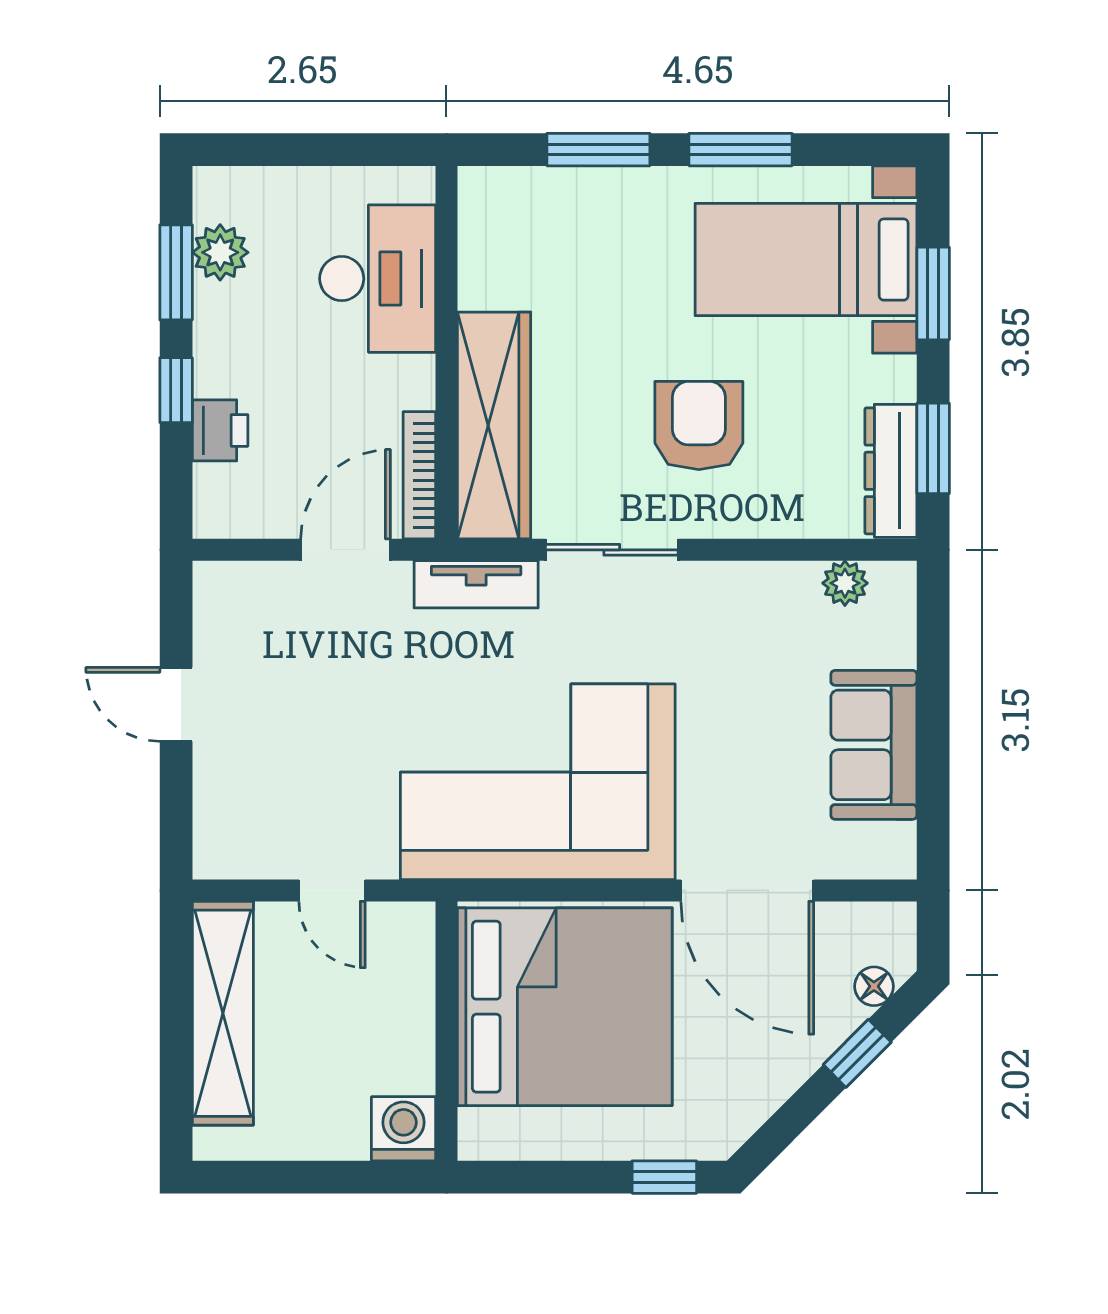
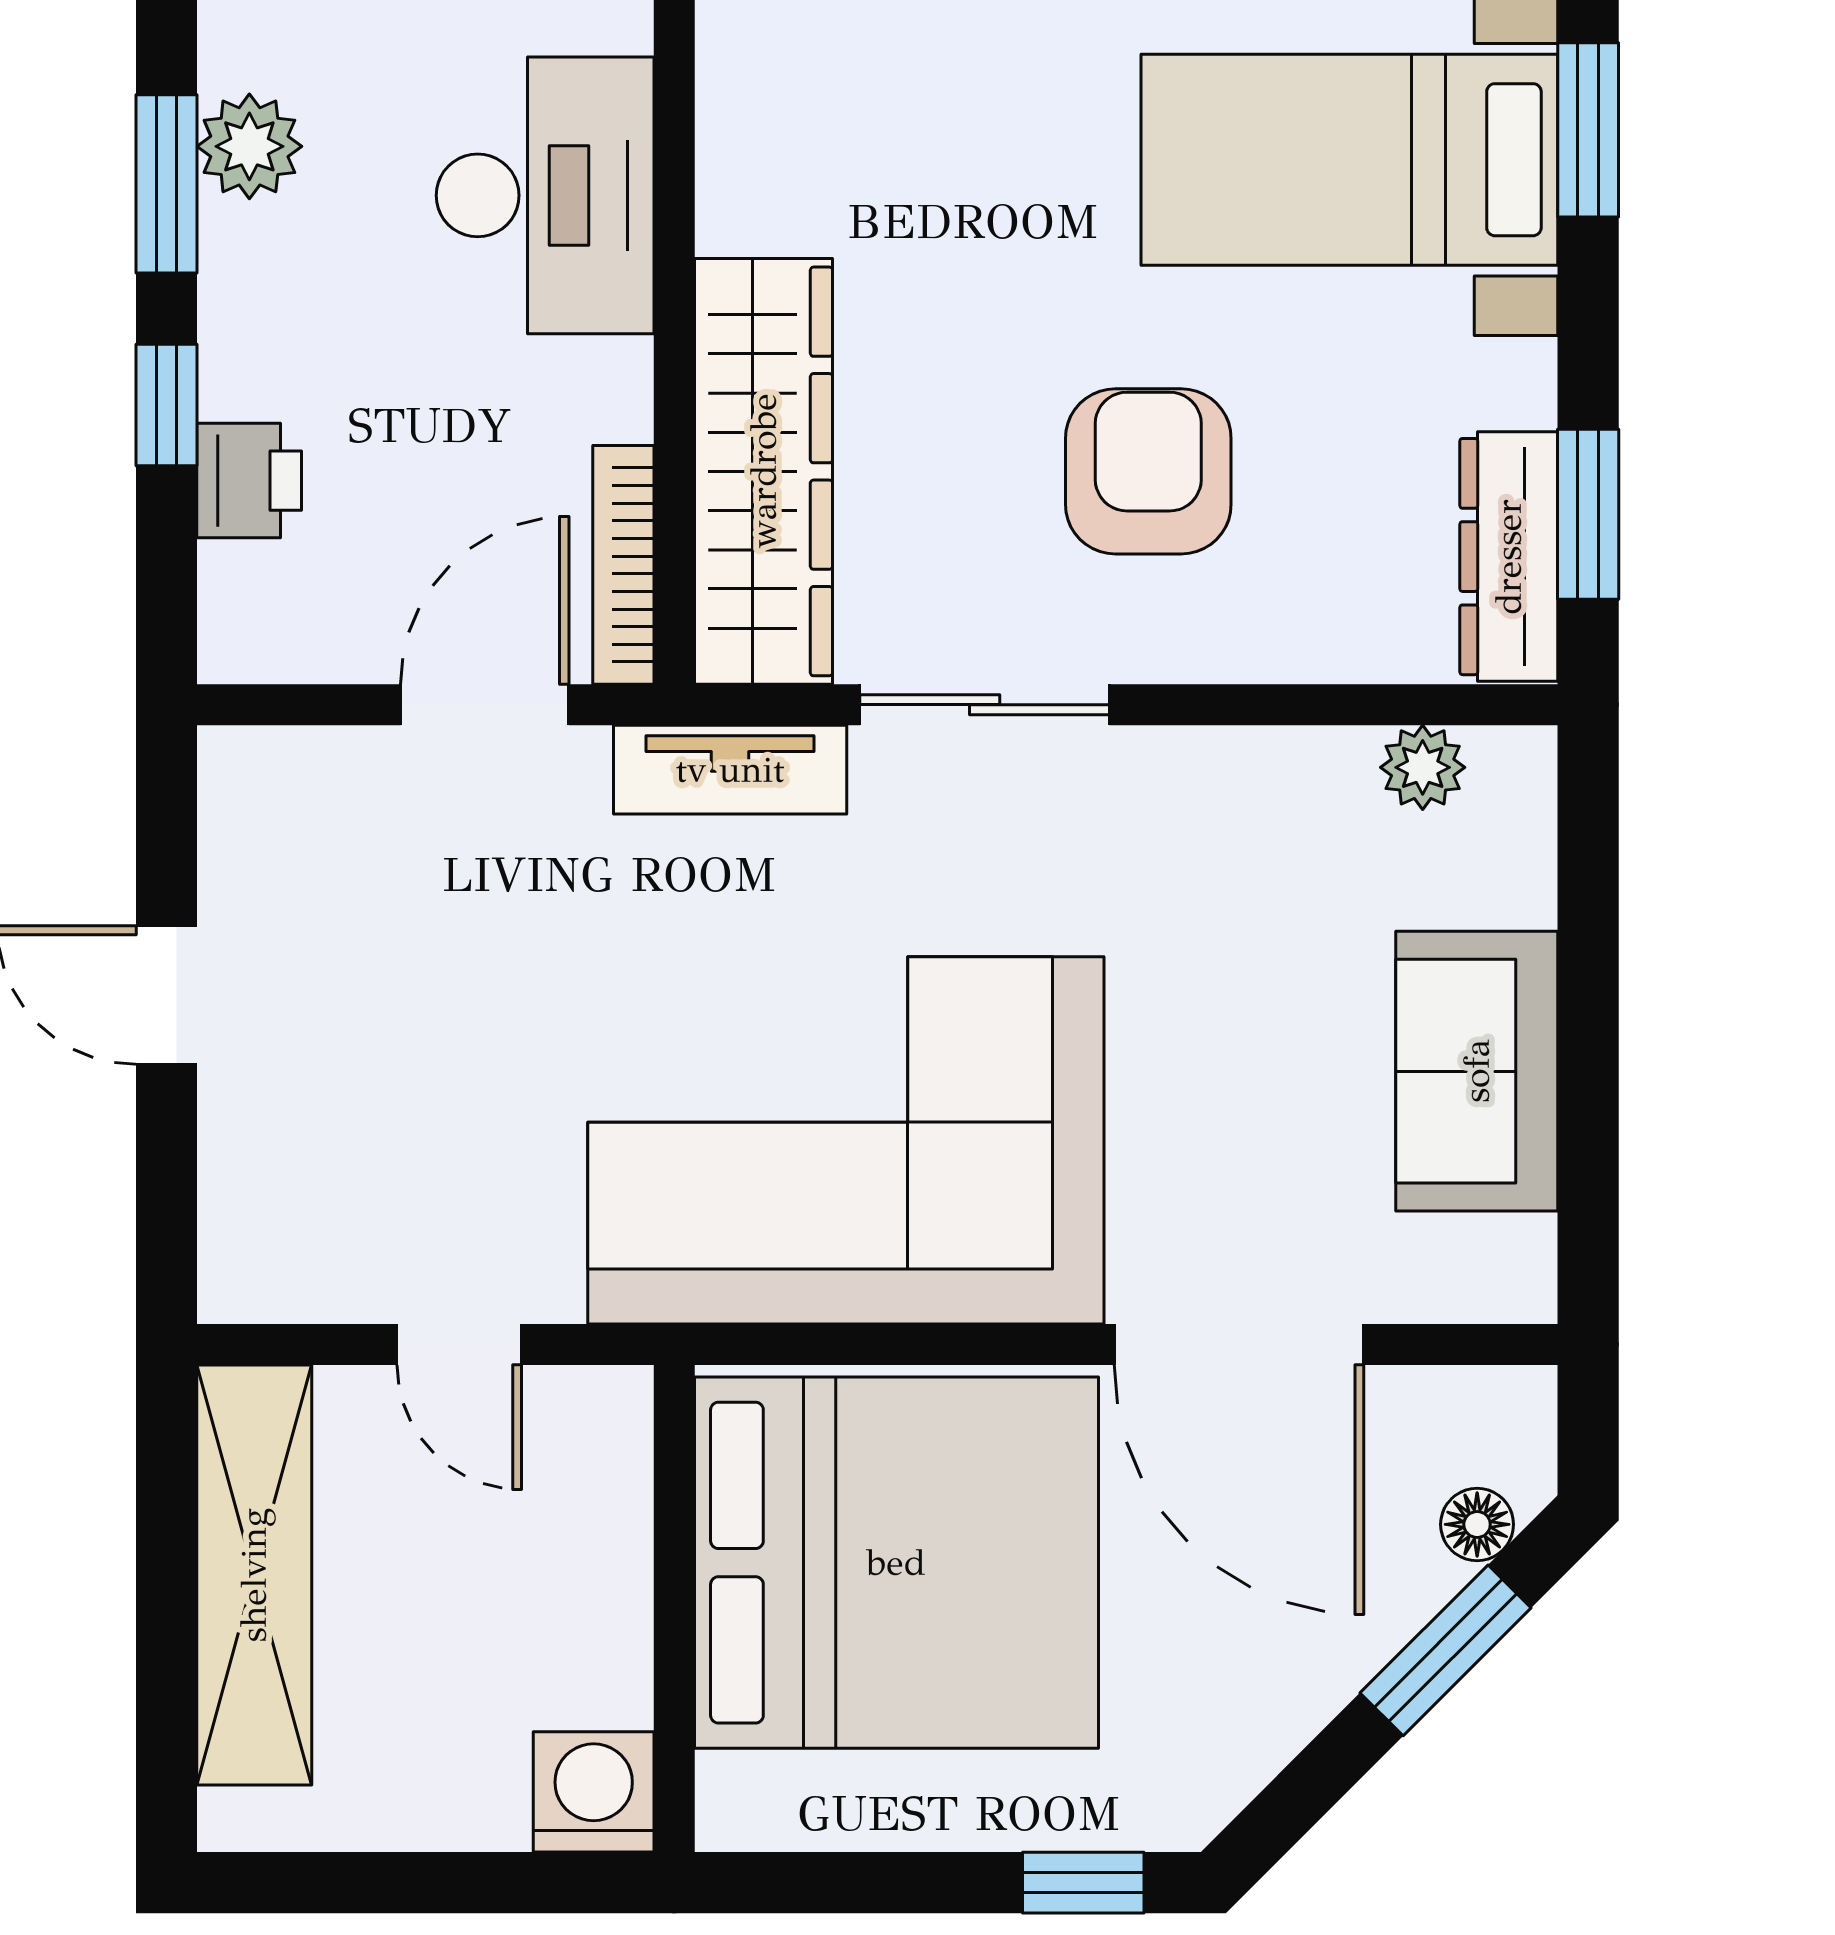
window: (933, 293) -> (1588, 130), moved
window: (857, 1053) -> (1446, 1650), width x1.50

